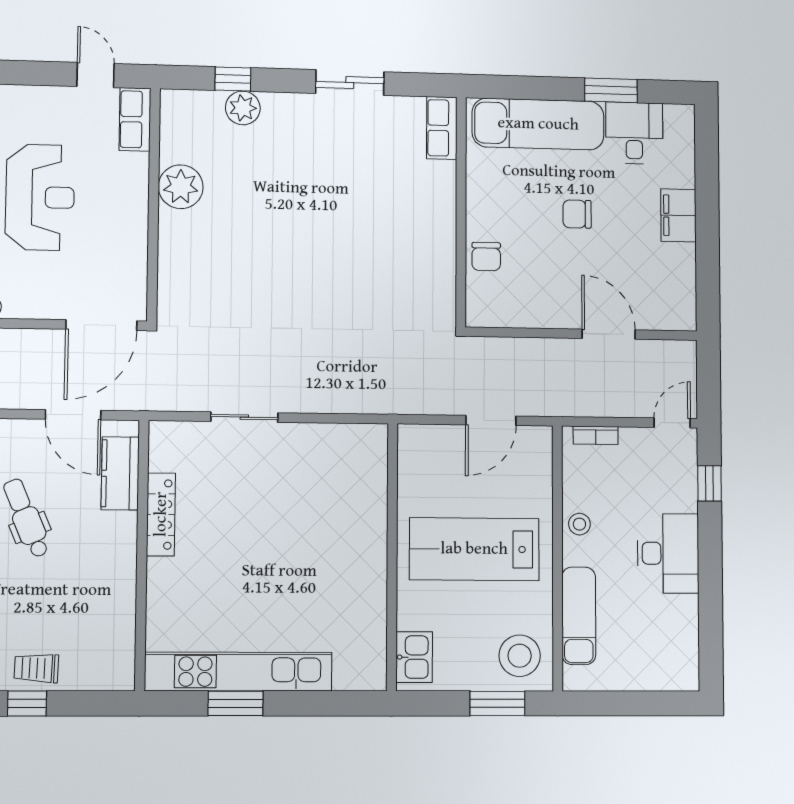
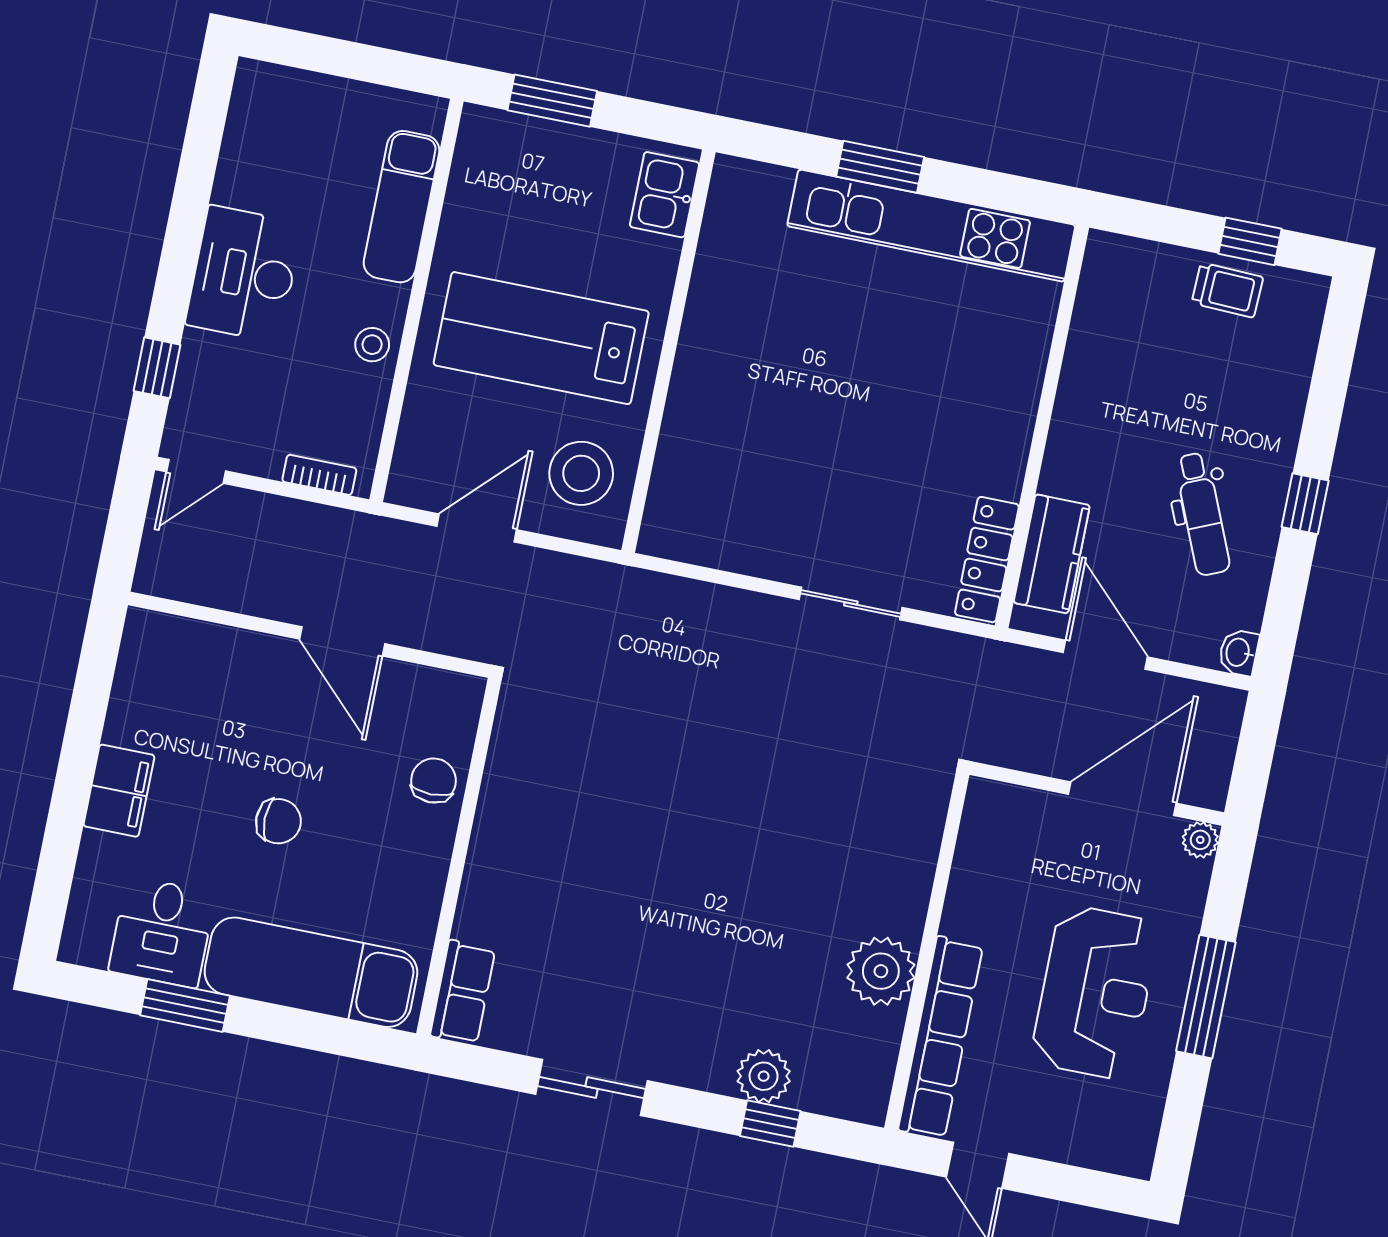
row of seats: (135, 119) -> (941, 1038), width x2.02
reception desk: (40, 197) -> (1095, 992), turned 180
door: (101, 325) -> (1122, 799), moved
door: (609, 334) -> (342, 641), moved
locker: (161, 514) -> (987, 560), moved
lab bench: (474, 549) -> (541, 338), turned 180
stool: (520, 656) -> (581, 473), moved
window: (236, 703) -> (880, 167), moved

